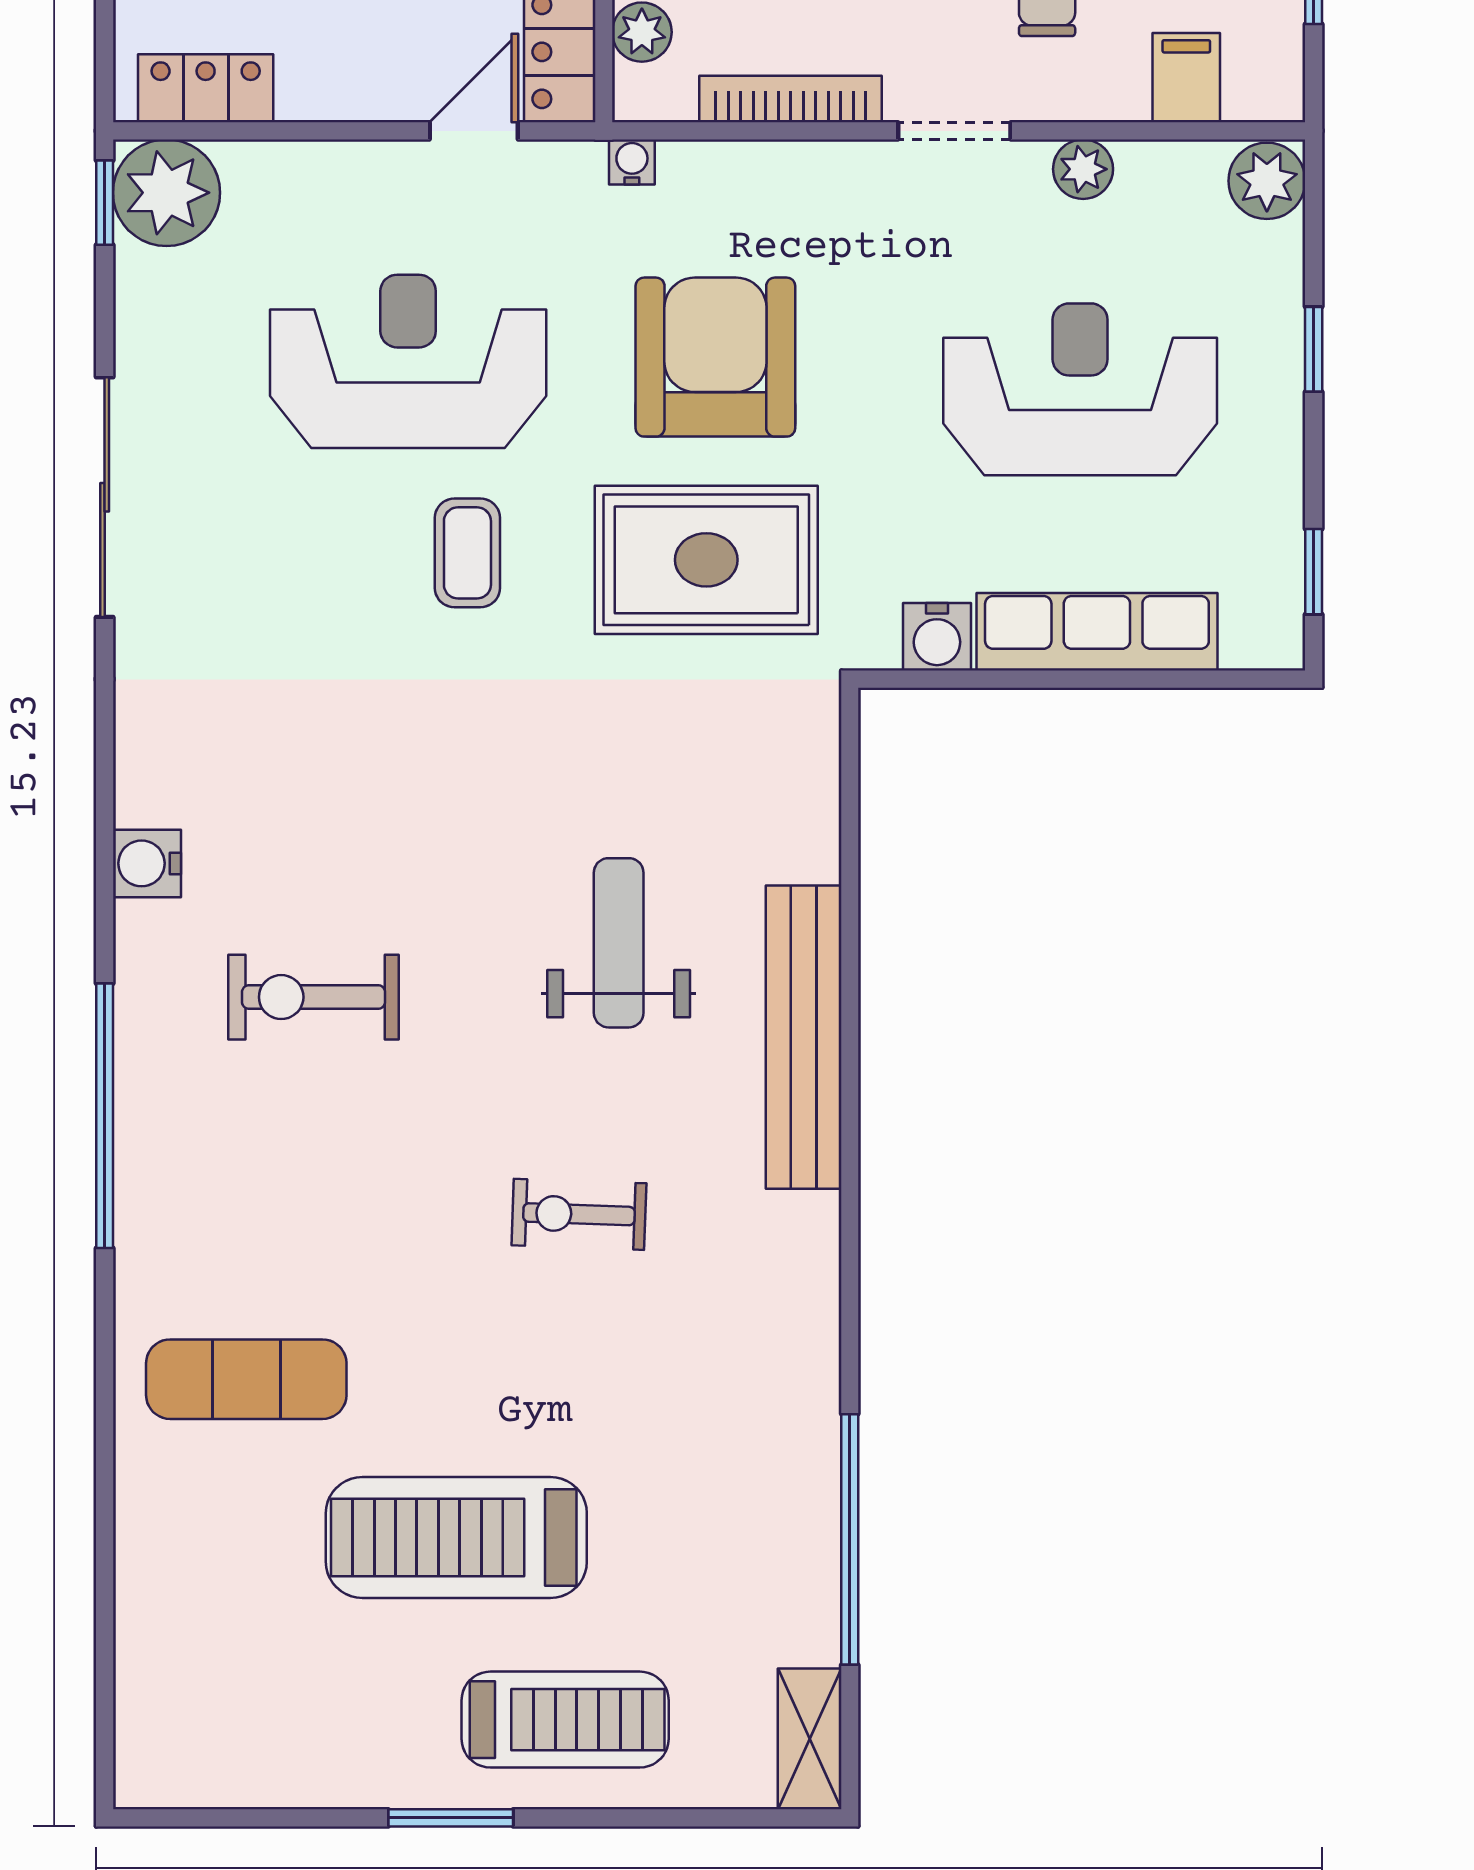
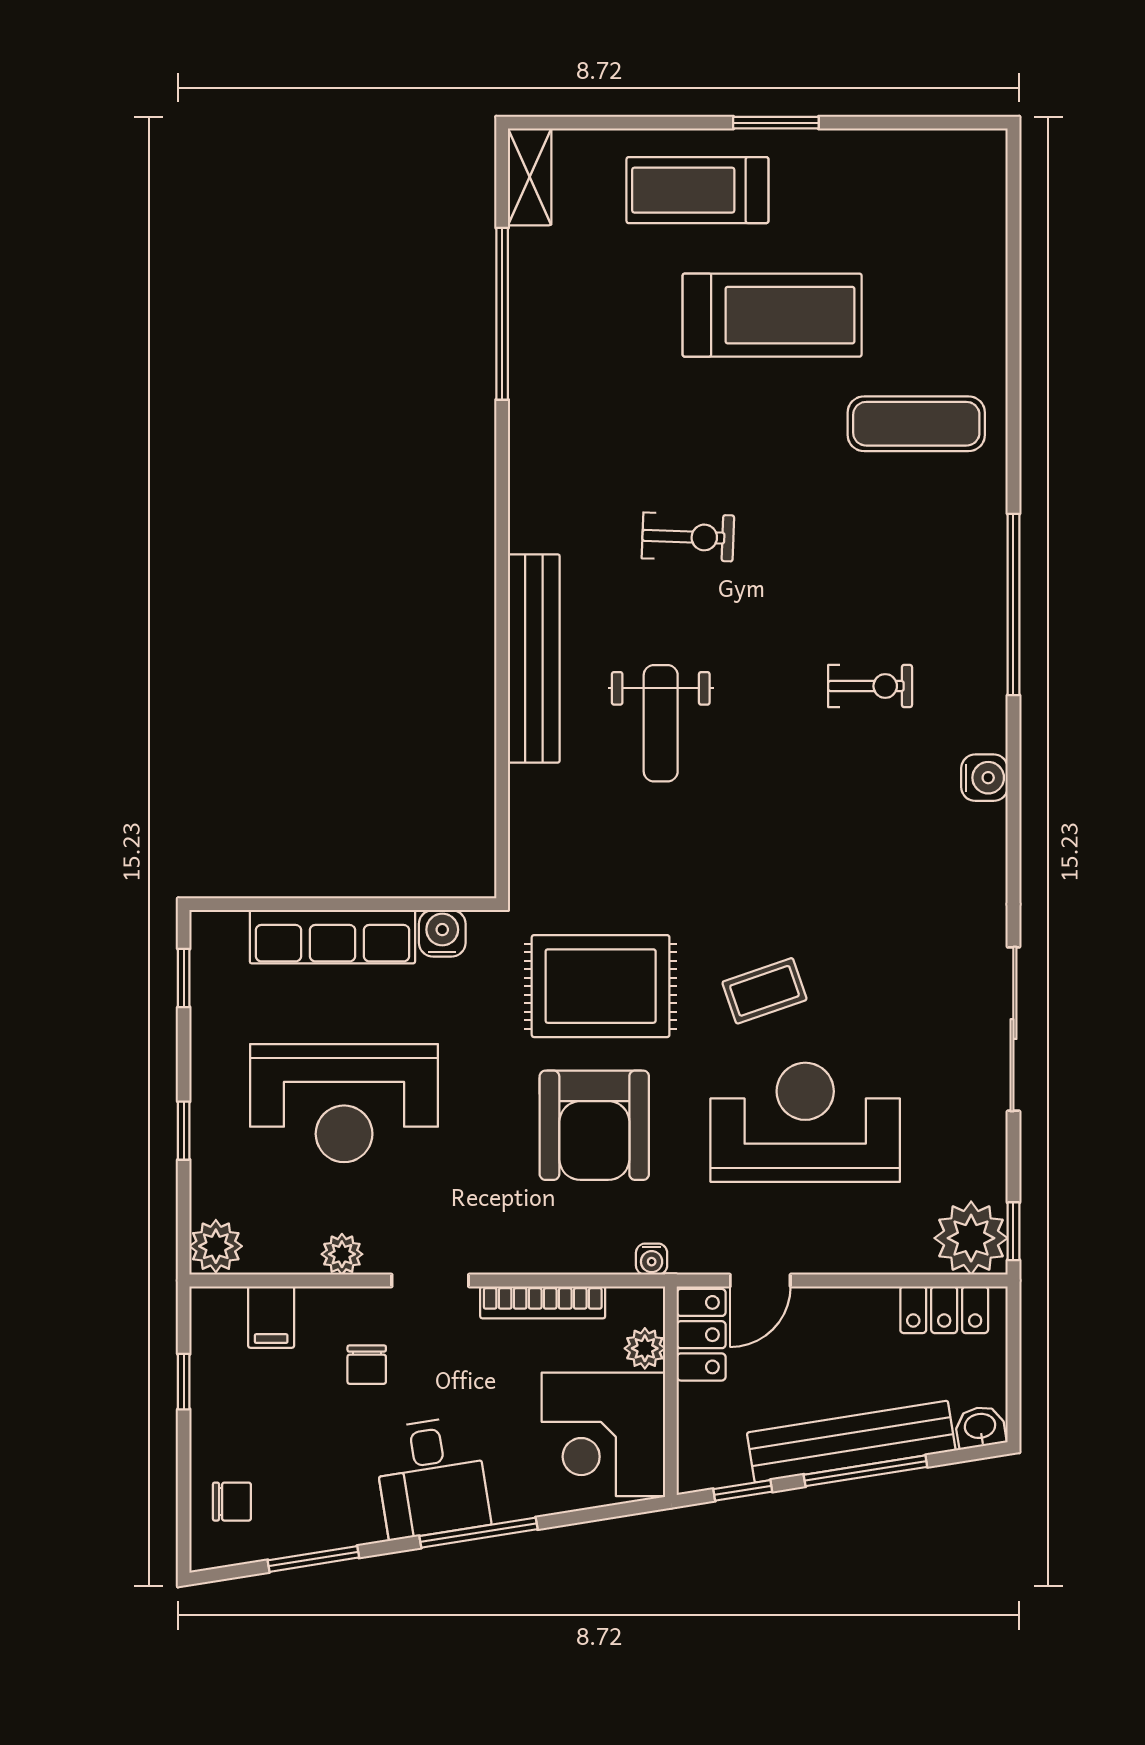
reception desk: (408, 361) -> (805, 1122), turned 180
coffee table: (467, 553) -> (764, 991), turned 71
exercise bike: (314, 997) -> (870, 686), width x0.73, depth x0.72

